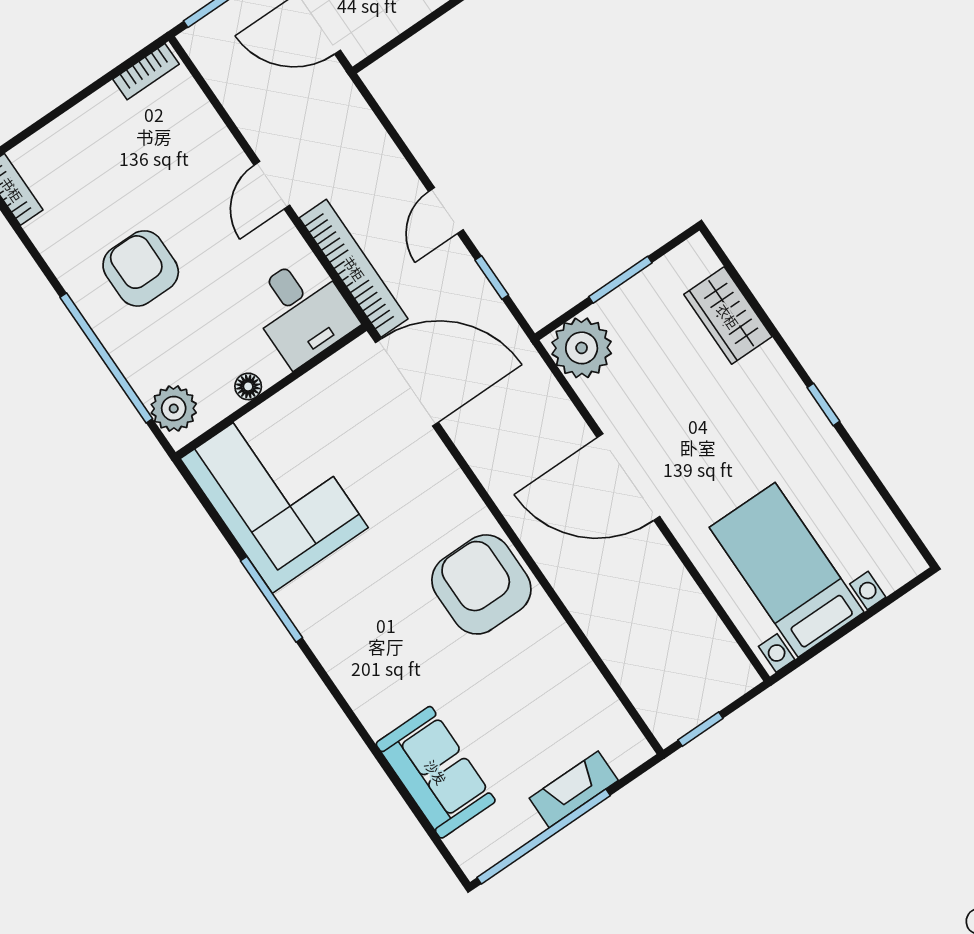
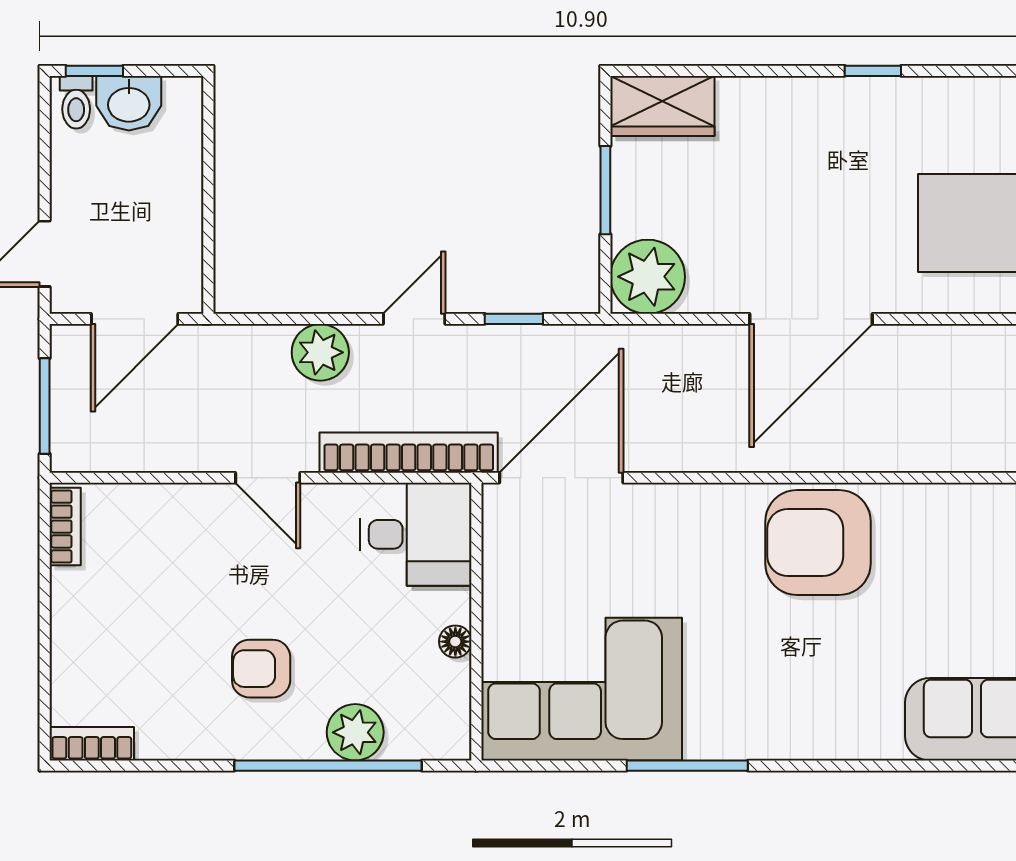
plant: (380, 163) -> (320, 352), added
door: (446, 211) -> (414, 319), swing flipped
armchair: (141, 268) -> (261, 669), width x0.72, depth x0.72
wardrobe: (728, 316) -> (662, 106), moved
plant: (174, 408) -> (355, 732), moved

